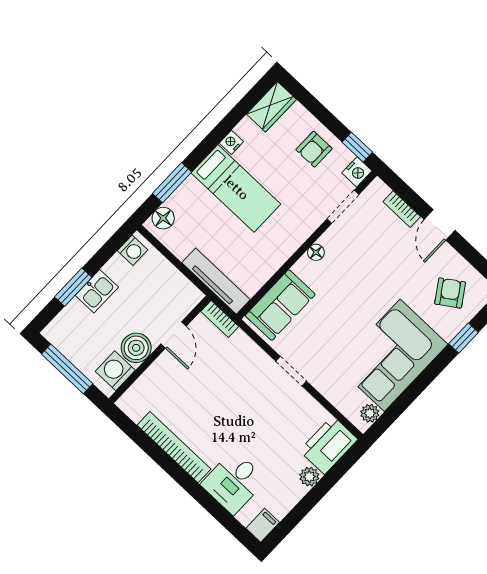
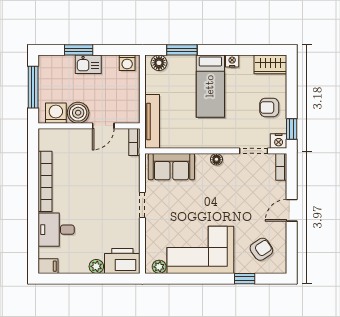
bookcase: (402, 209) -> (281, 167), moved

